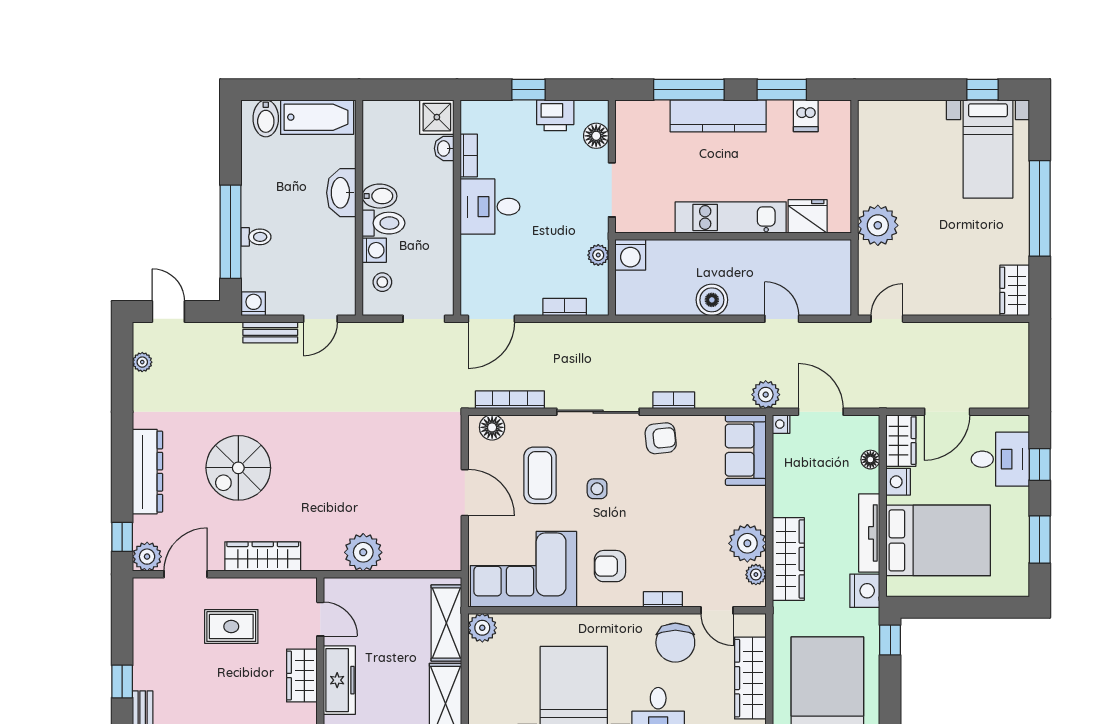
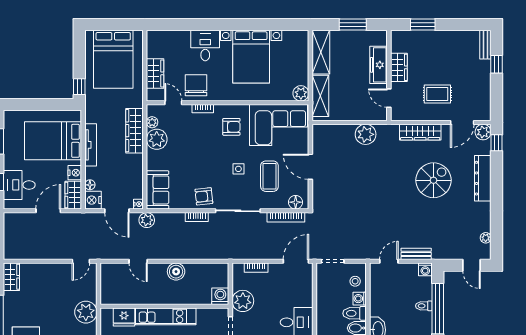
plant: (598, 255) -> (243, 301), width x1.88, depth x1.88
nightstand: (865, 591) -> (93, 200), moved
wardrobe: (750, 678) -> (155, 73), width x0.67

